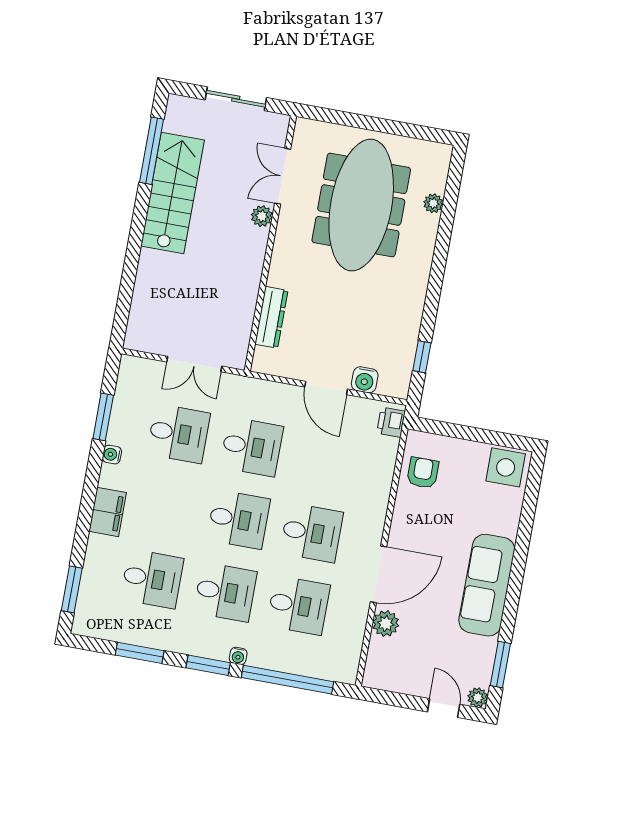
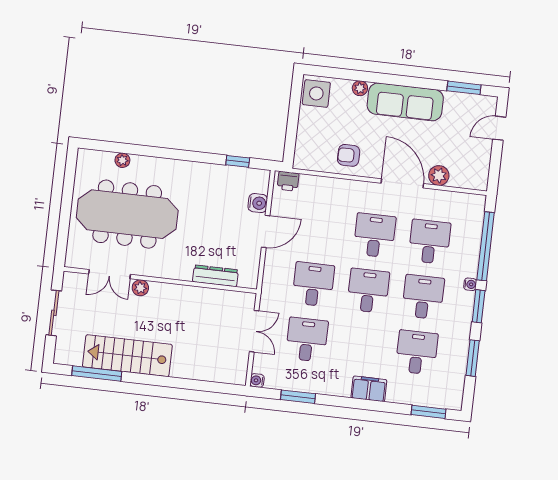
water cooler: (112, 455) -> (257, 380), moved, turned 90
armchair: (423, 473) -> (349, 155), moved
plant: (478, 698) -> (360, 88), moved

